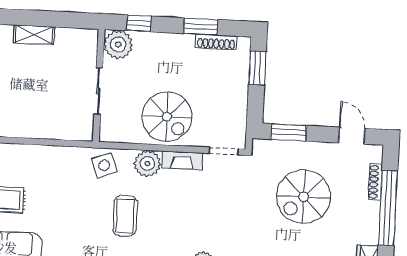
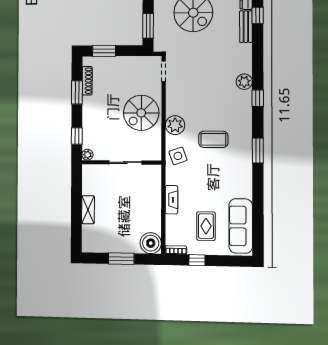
plant: (118, 45) -> (87, 155), width x0.53, depth x0.53
spiral stairs: (167, 117) -> (141, 113), turned 180
fireplace: (182, 160) -> (171, 200), moved

